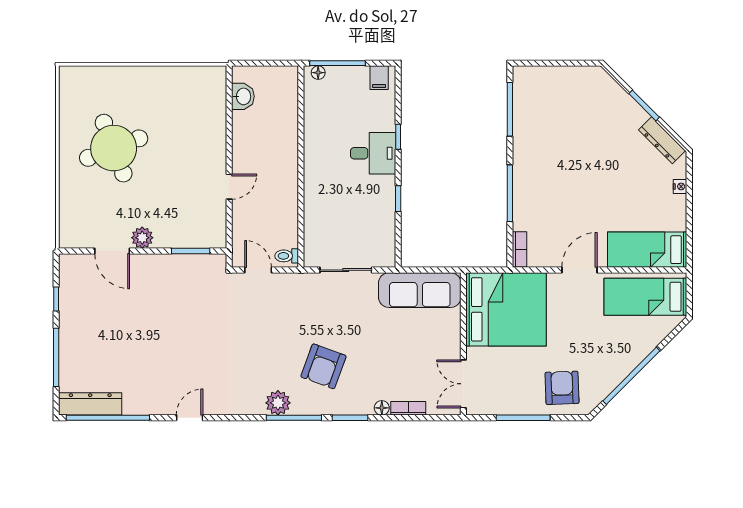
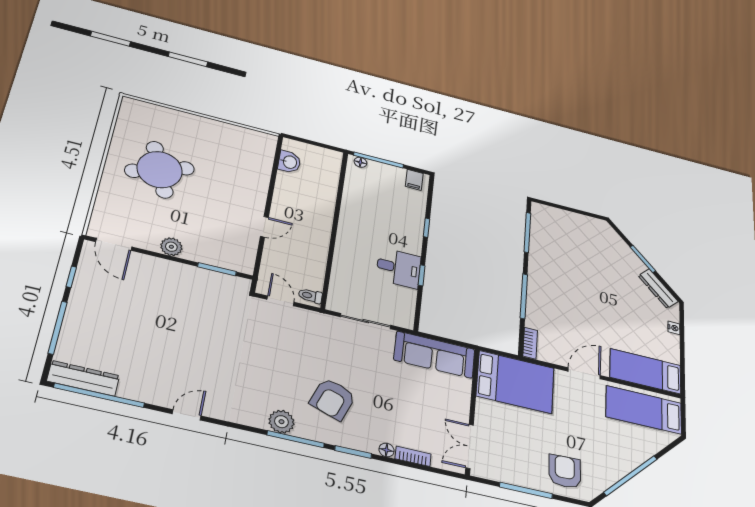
desk: (373, 153) -> (399, 268), moved
door: (112, 251) -> (114, 244), moved
bed: (506, 309) -> (515, 382), width x0.73

